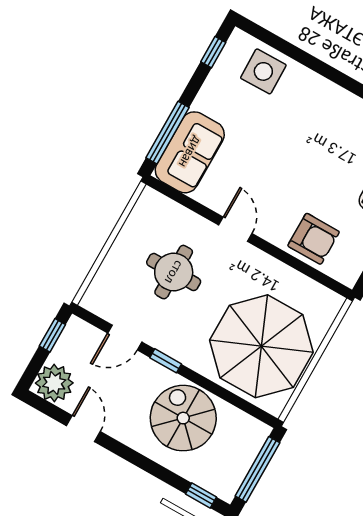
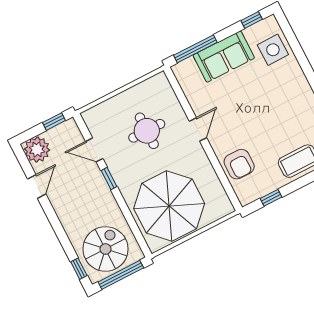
sofa: (190, 152) -> (224, 57), moved
spiral stairs: (183, 418) -> (105, 249), moved

